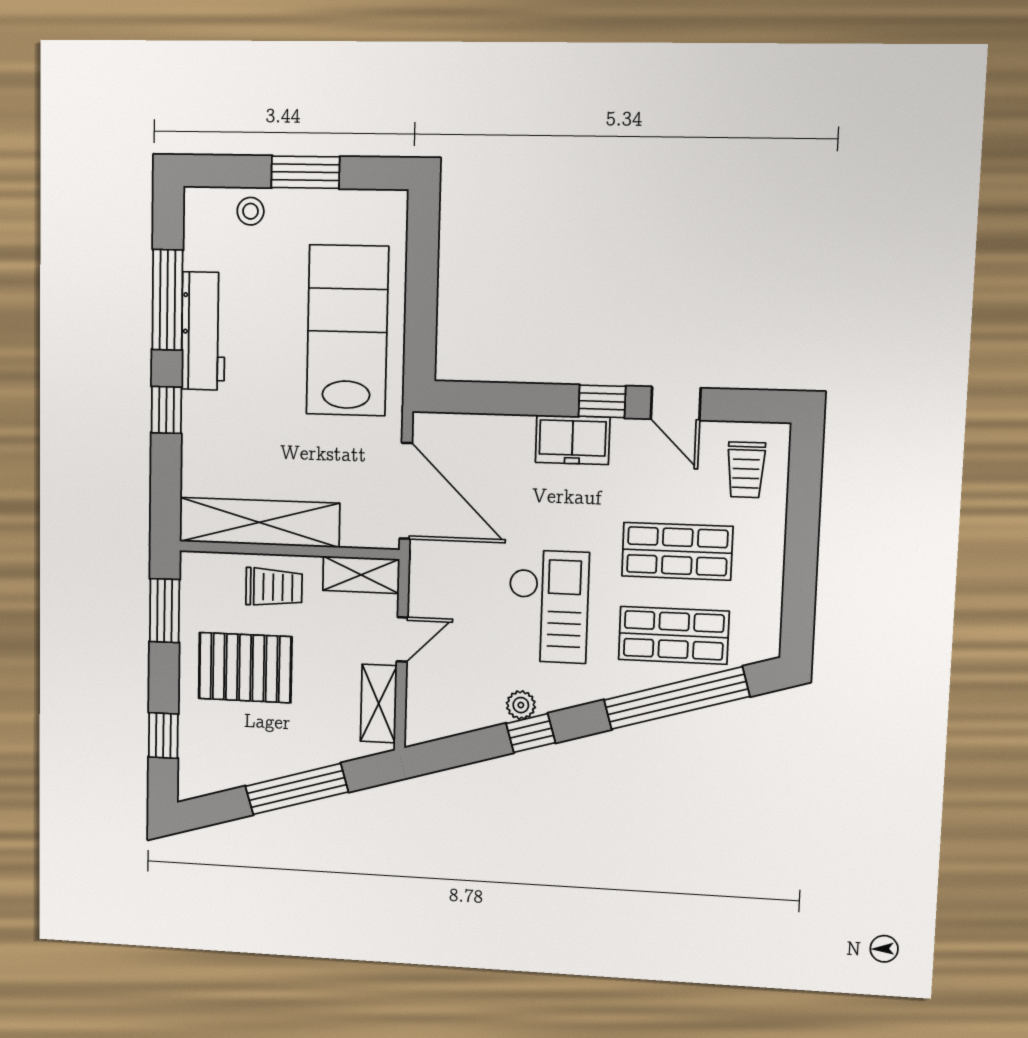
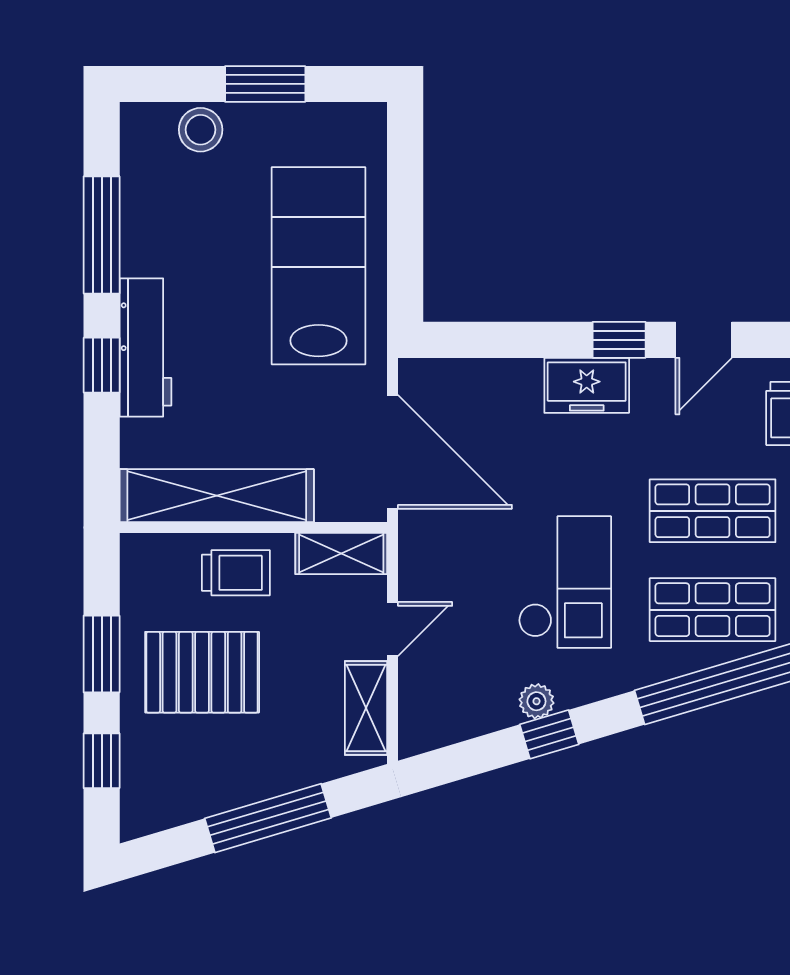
stool: (251, 211) -> (201, 130), width x1.37, depth x1.37
workbench: (203, 331) -> (146, 347), moved
door: (676, 403) -> (704, 340), hinge flipped
window: (165, 611) -> (102, 654), moved

